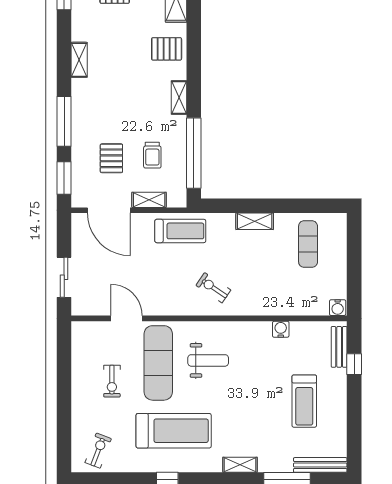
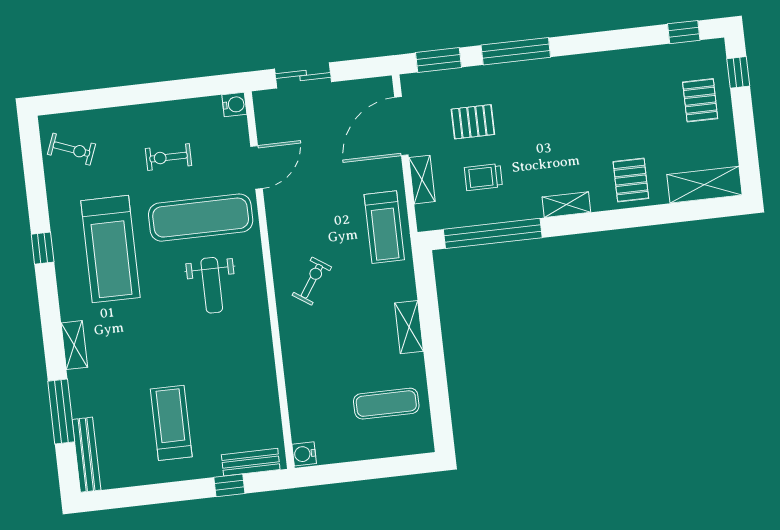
shelving: (79, 60) -> (602, 62), removed
water cooler: (281, 329) -> (234, 105), moved
treadmill: (304, 401) -> (171, 423), turned 90

